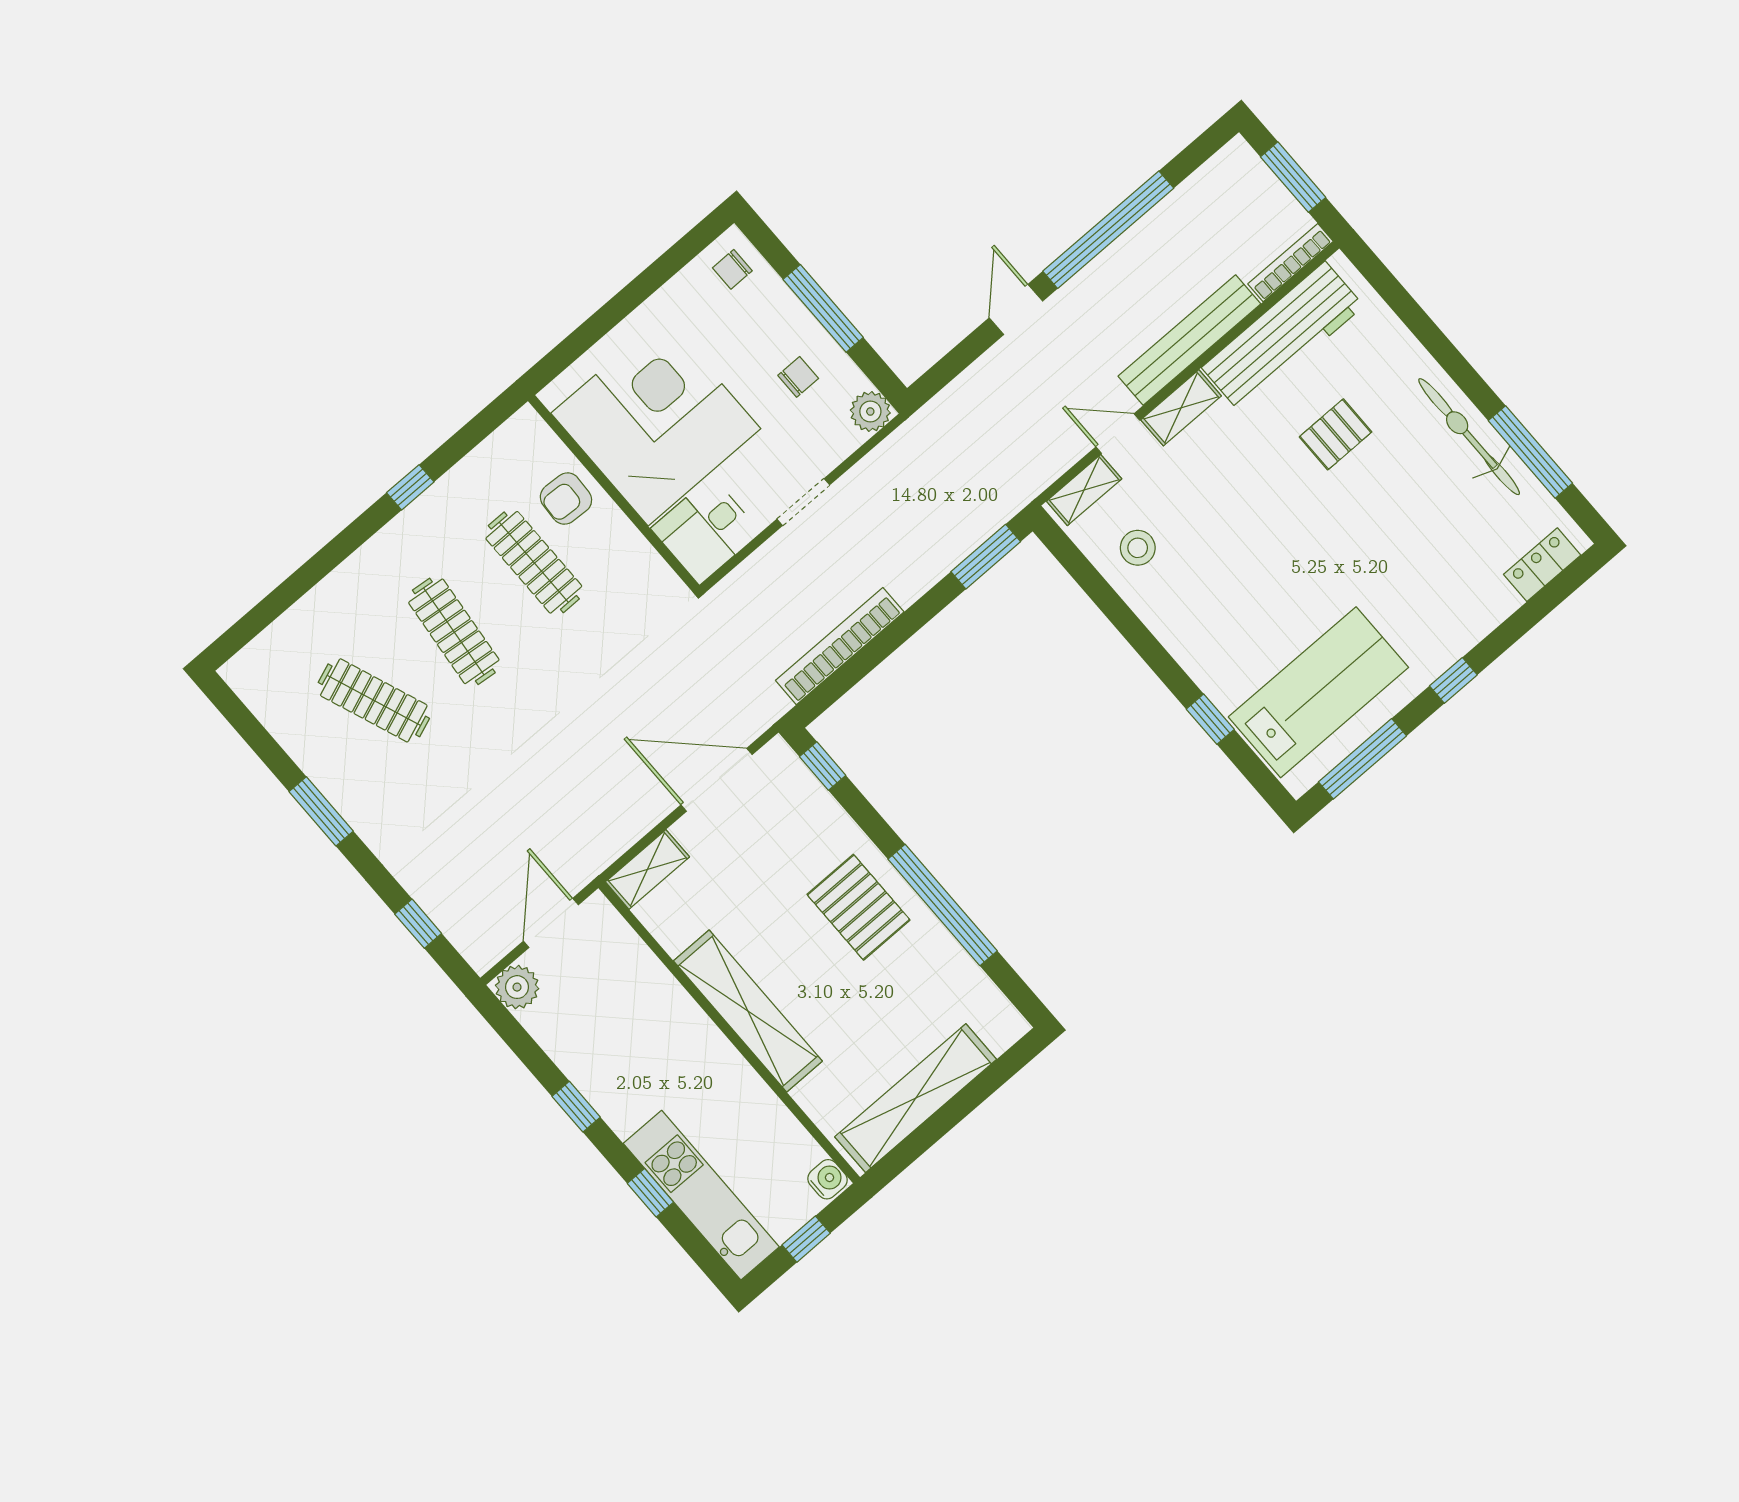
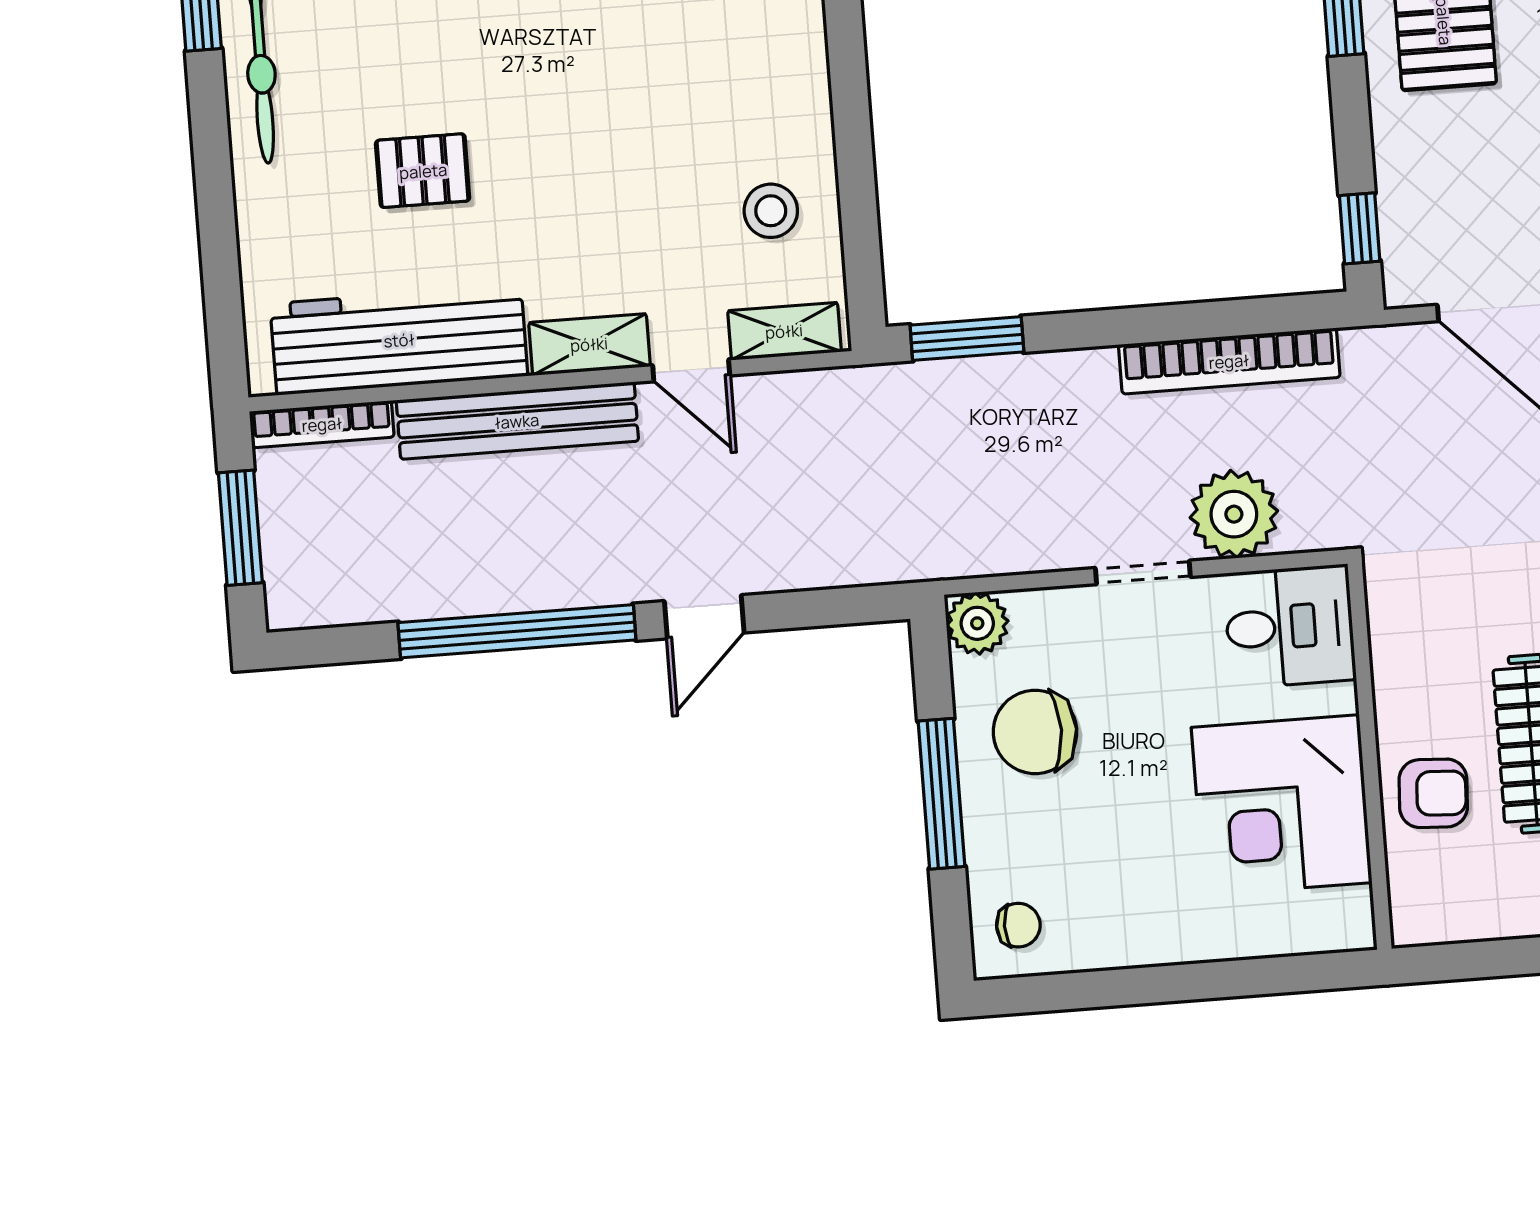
chair: (798, 377) -> (1035, 732), width x1.87, depth x1.87
corner desk: (656, 421) -> (1282, 805), width x0.74, depth x0.74
plant: (778, 568) -> (1234, 514), added

